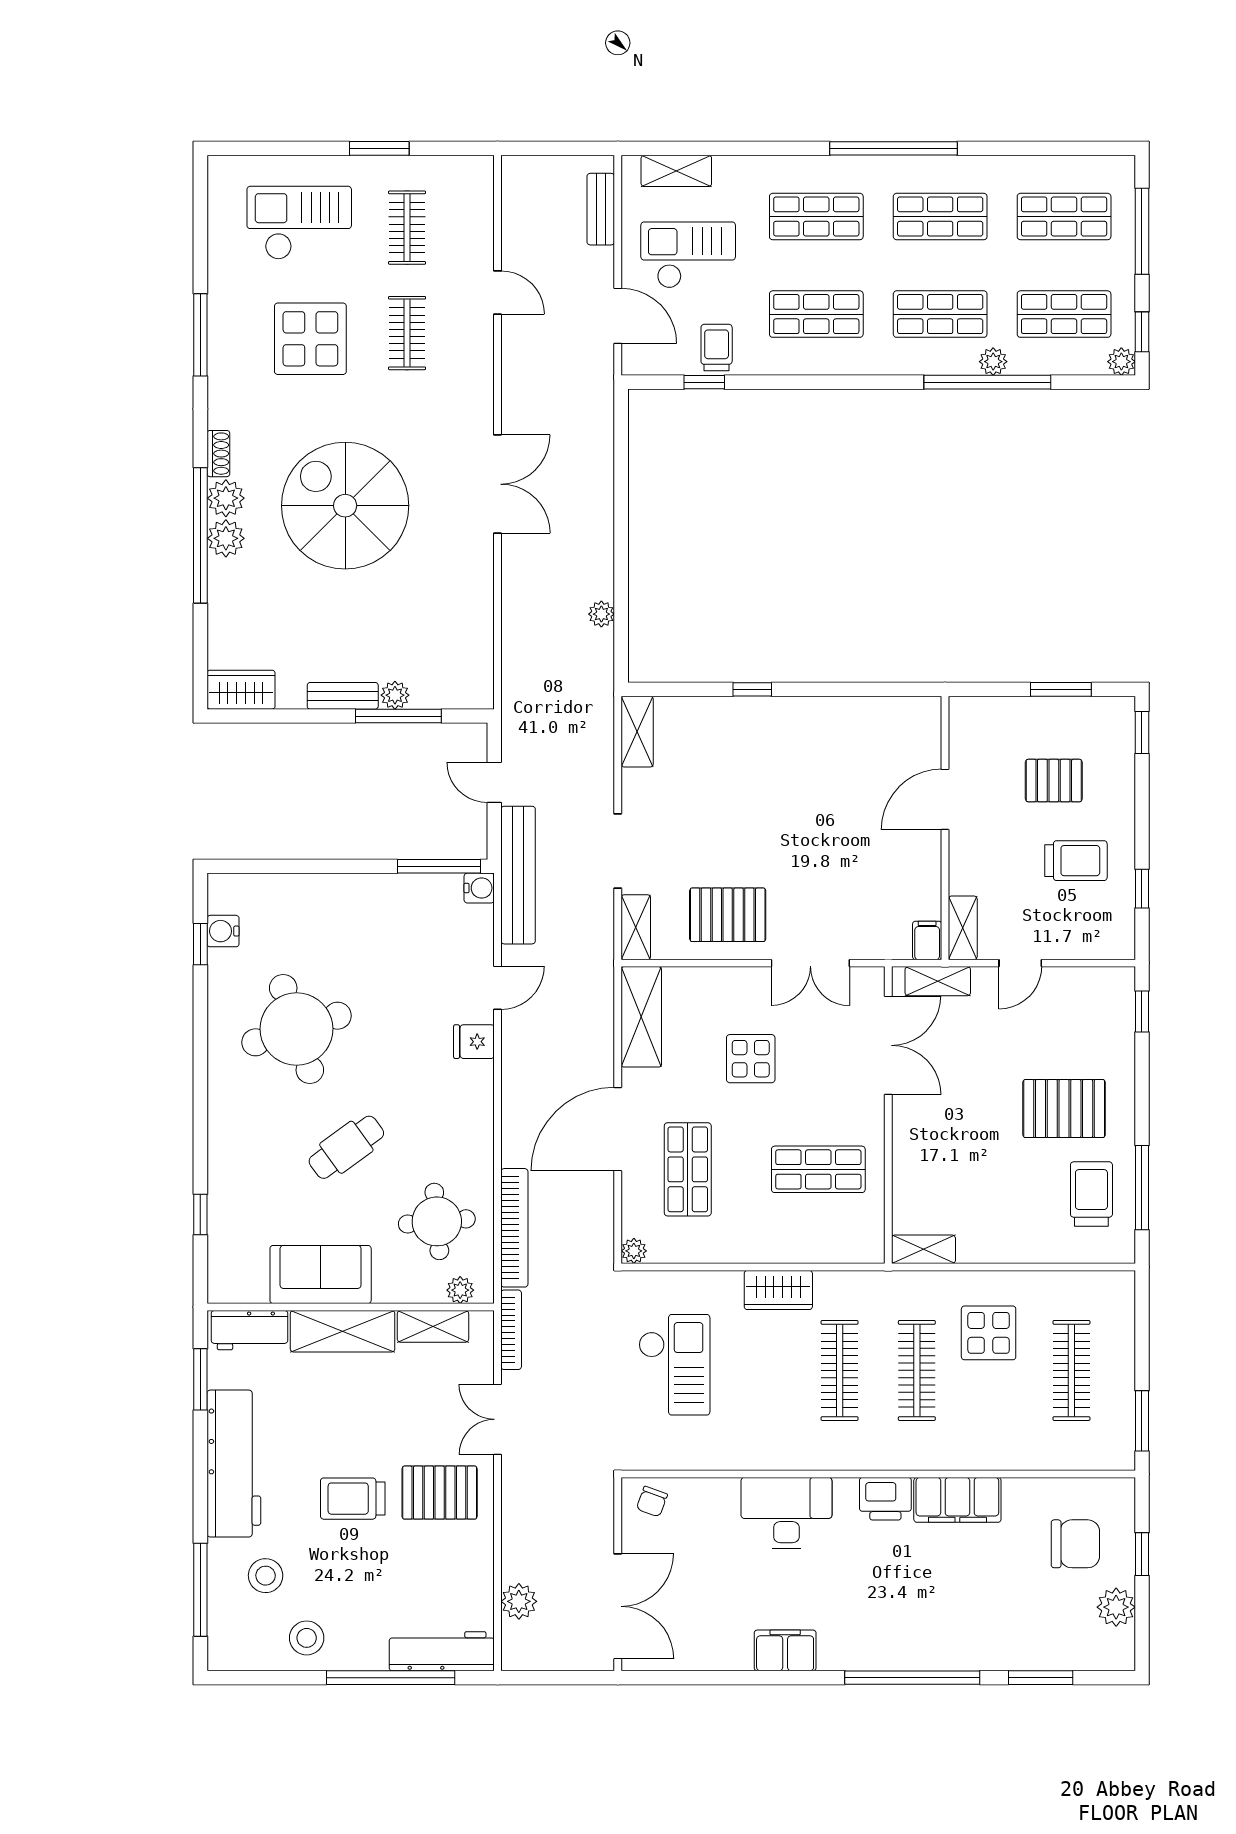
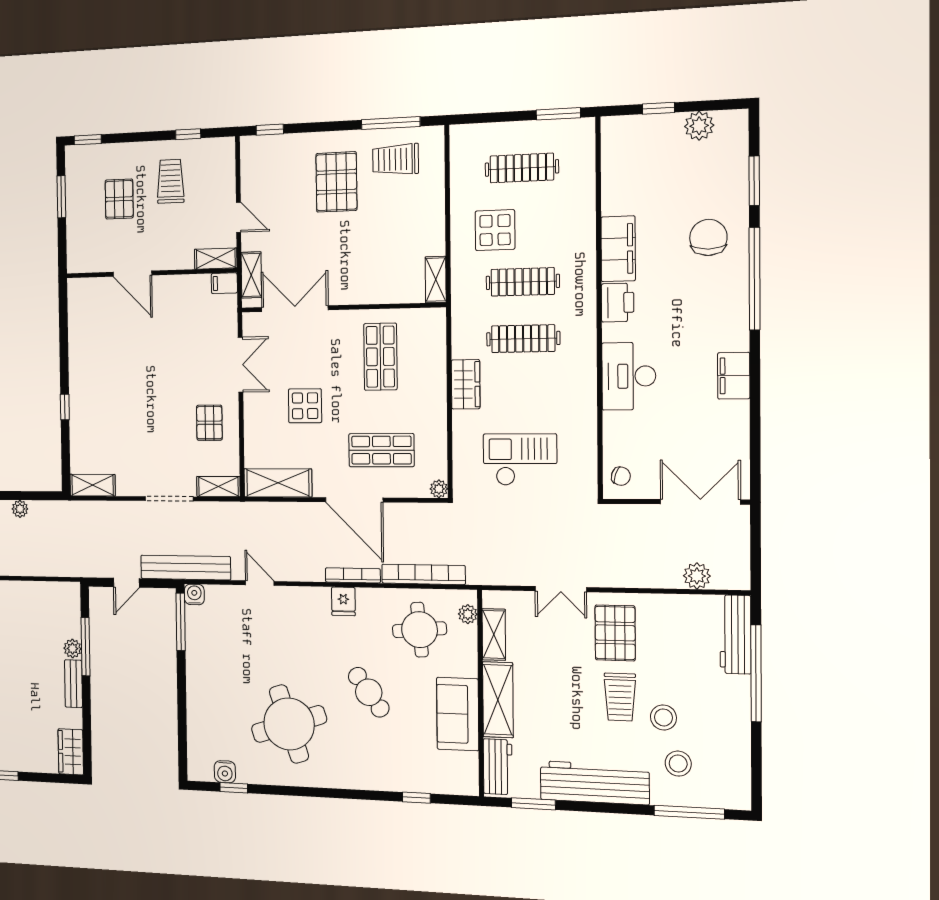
pallet: (728, 915) -> (209, 423), width x0.67, depth x0.71
fridge: (474, 1042) -> (343, 601), moved
bookcase: (511, 1330) -> (353, 575), moved
chair: (1075, 1544) -> (708, 237), moved
stool: (307, 1638) -> (663, 717), moved

